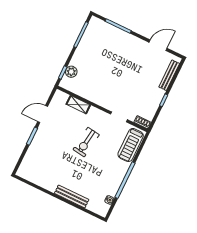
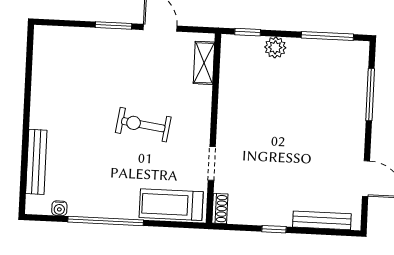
plant: (71, 72) -> (275, 47), moved
shelving: (78, 105) -> (204, 63), moved
bench: (72, 196) -> (36, 162), moved

